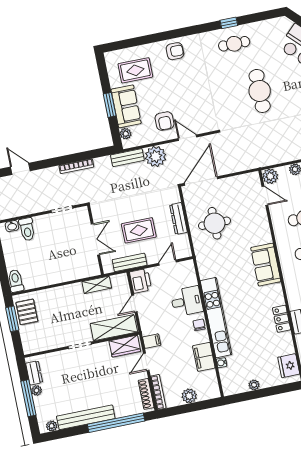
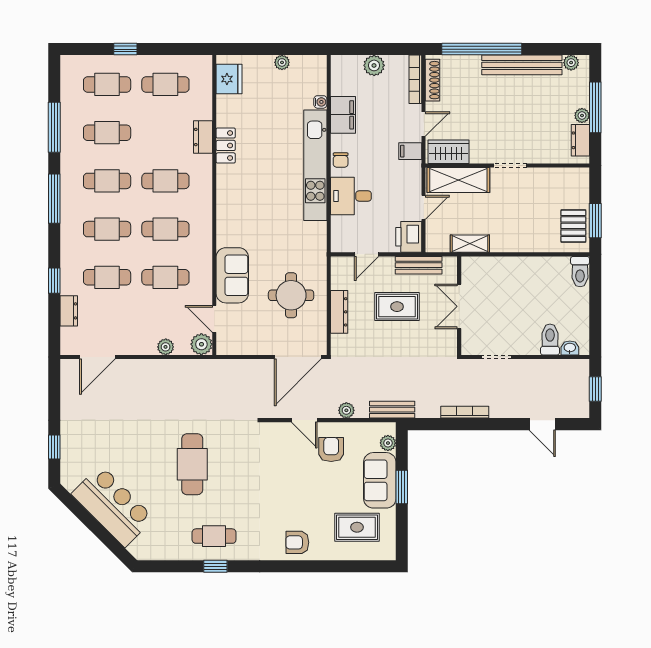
plant: (156, 156) -> (346, 410), width x0.53, depth x0.53
sofa: (266, 265) -> (232, 275), moved

